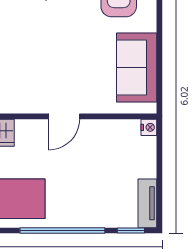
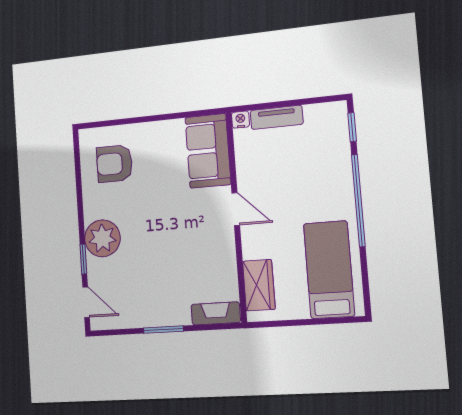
sofa: (137, 68) -> (208, 151), moved, turned 90
tv unit: (147, 203) -> (277, 117), moved

